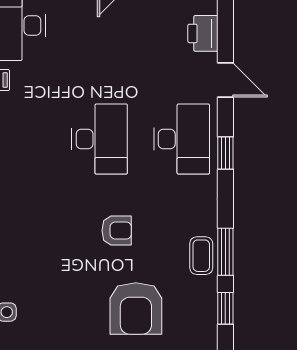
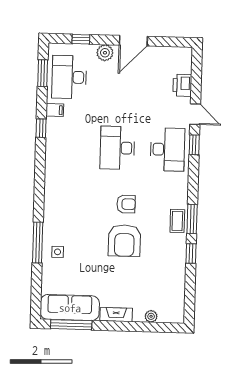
desk: (100, 139) -> (117, 148), turned 180
window: (225, 153) -> (194, 145), moved
armchair: (136, 308) -> (124, 241), moved

